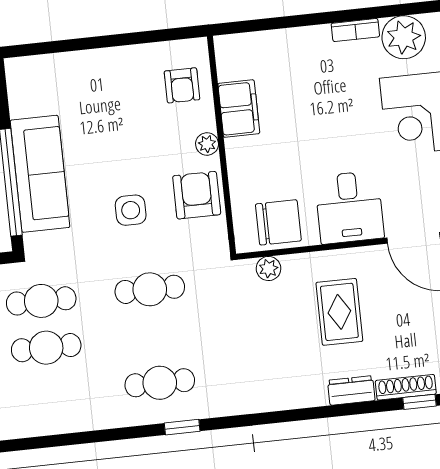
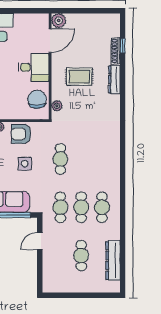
cafe table: (160, 383) -> (102, 207), moved
dresser: (351, 390) -> (114, 79), width x1.44
window: (182, 427) -> (123, 151), removed

